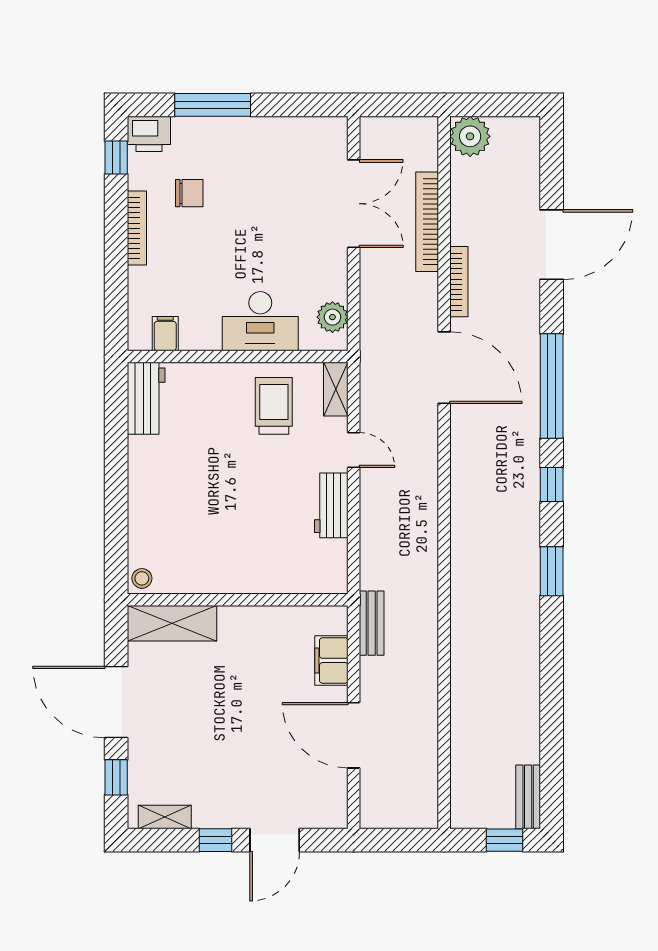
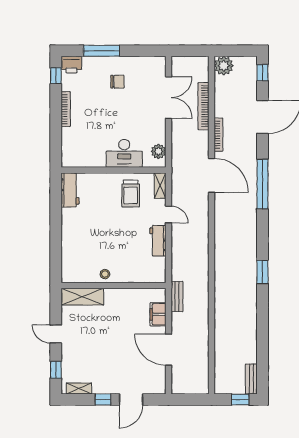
chair: (189, 193) -> (117, 82), moved
filing cabinet: (165, 334) -> (79, 159), removed
trolley: (274, 406) -> (131, 194), turned 180
window: (552, 485) -> (262, 73), moved
stool: (142, 578) -> (105, 274), moved
door: (116, 702) -> (56, 334), width x0.53

